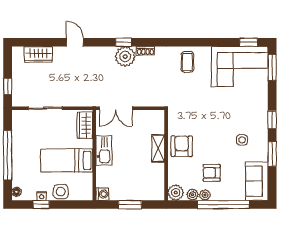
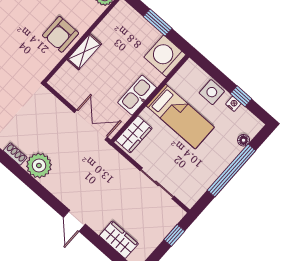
window: (124, 42) -> (29, 180), removed
floor lamp: (16, 192) -> (244, 140), moved
washing machine: (102, 194) -> (165, 56), width x1.89, depth x1.89

